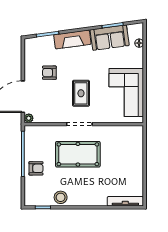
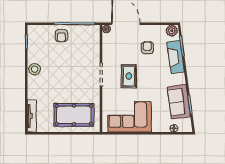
fireplace: (72, 39) -> (176, 57), moved
plant: (30, 46) -> (172, 31), added
rug: (81, 93) -> (129, 76), turned 90
pool table: (78, 154) -> (74, 115), moved, turned 90
stool: (61, 197) -> (35, 69), moved

